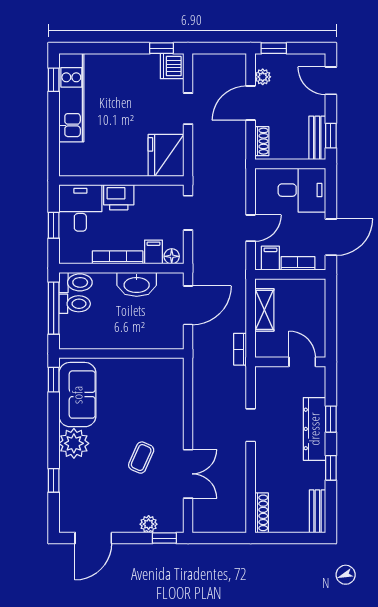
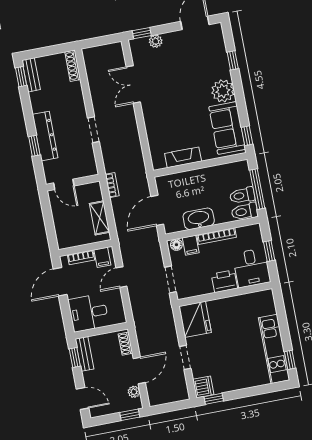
fireplace: (142, 367) -> (183, 157), added
coffee table: (141, 458) -> (171, 90), removed
window: (331, 468) -> (21, 77), moved

